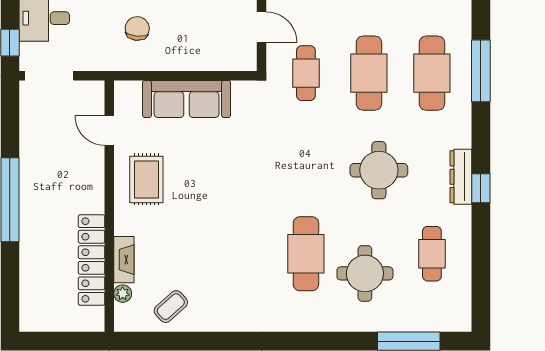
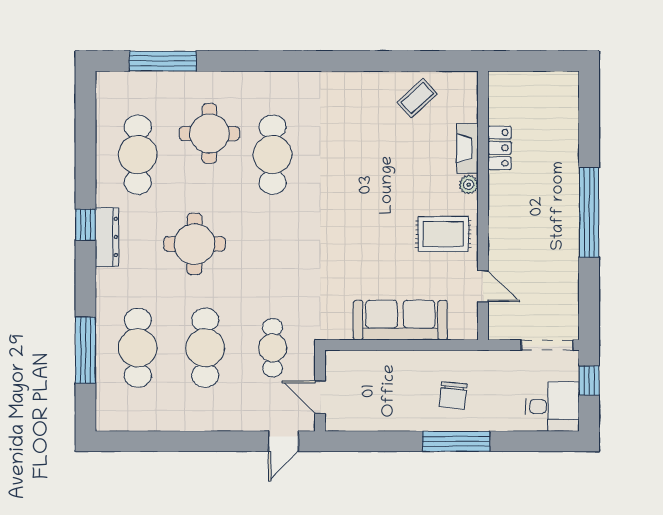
rug: (146, 179) -> (443, 234), turned 90
cafe table: (432, 254) -> (138, 155), width x1.37, depth x1.35
locker: (91, 260) -> (500, 148), width x0.46, depth x0.83
plant: (123, 294) -> (469, 185), moved

